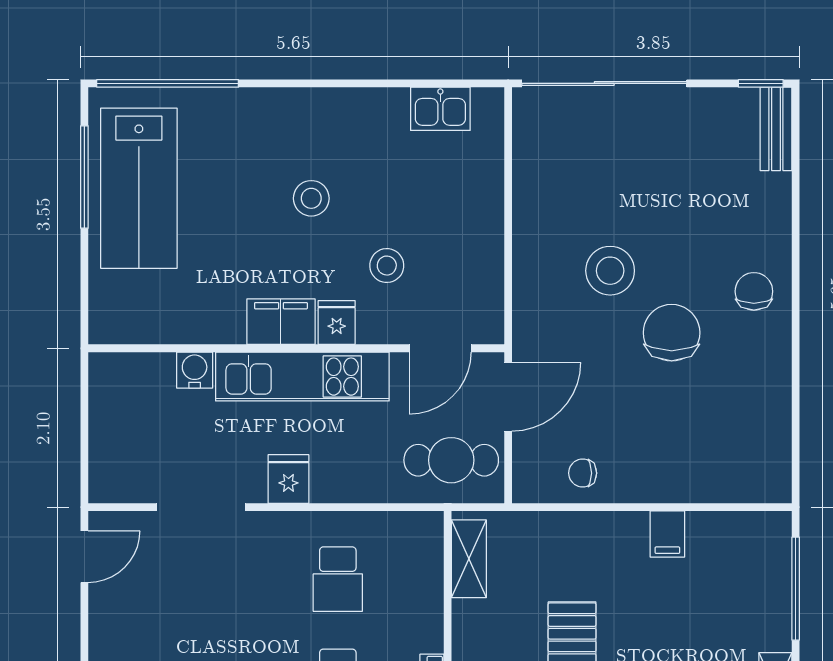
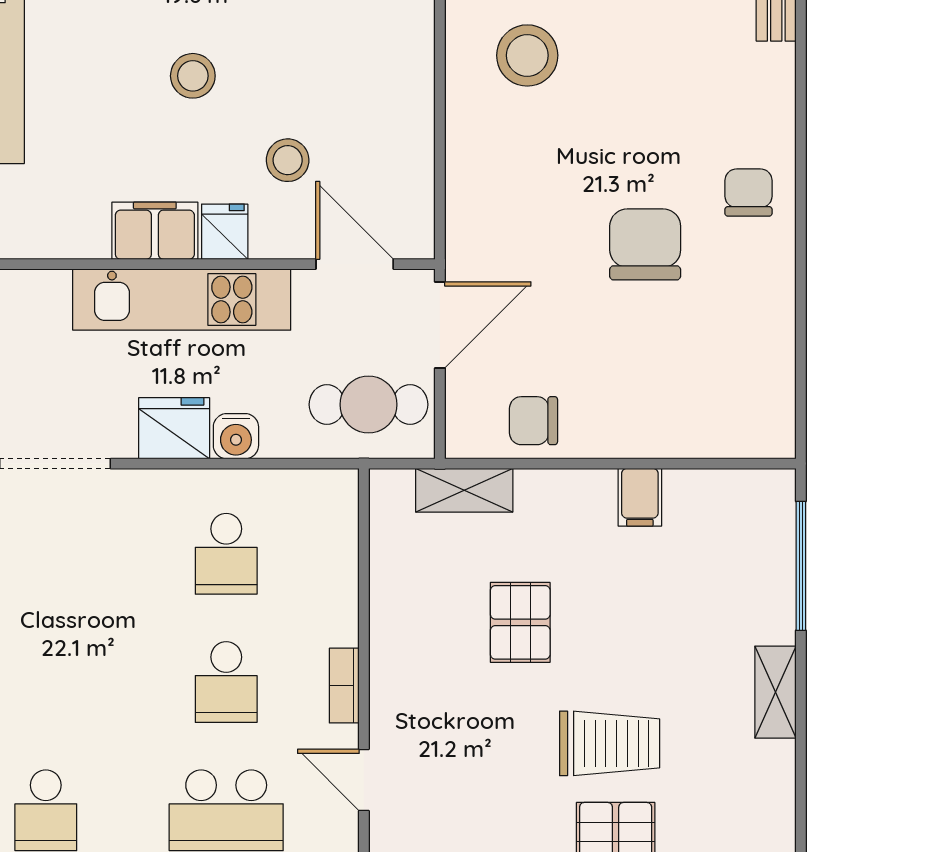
stool: (610, 271) -> (527, 55), moved
door: (440, 348) -> (355, 264), swing flipped
water cooler: (195, 370) -> (236, 436), moved, turned 180
chair: (583, 473) -> (533, 421), width x1.37, depth x1.37
fridge: (288, 479) -> (174, 428), width x1.38
shelving: (469, 559) -> (464, 490), moved, turned 90

